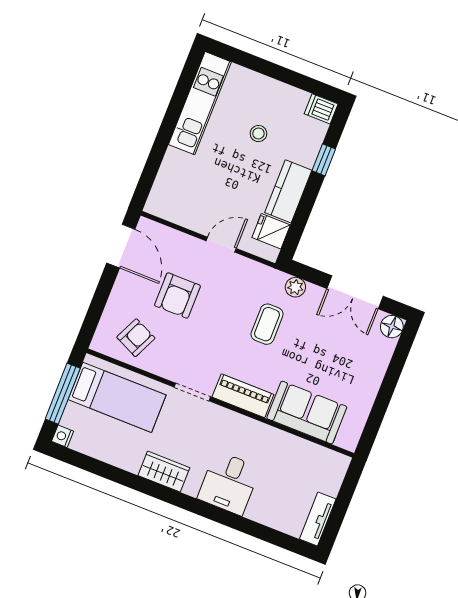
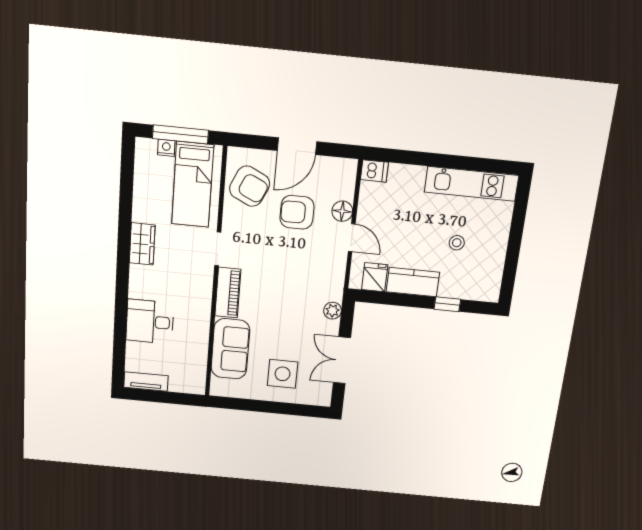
dishwasher: (321, 109) -> (374, 171), moved, turned 90
door: (121, 246) -> (297, 146), moved
coffee table: (267, 324) -> (294, 296), removed
floor lamp: (392, 327) -> (342, 211), moved
armchair: (136, 338) -> (250, 186), width x1.38, depth x1.38
side table: (352, 363) -> (283, 374), added
nightstand: (63, 436) -> (166, 148), moved
desk: (229, 483) -> (150, 322), moved

